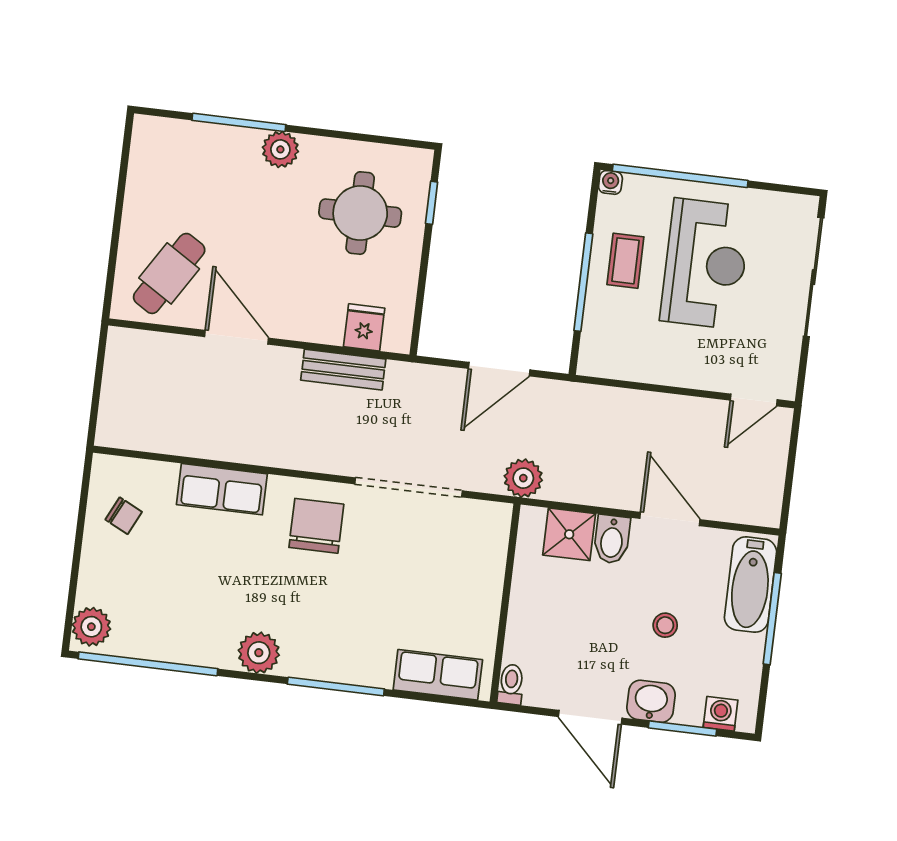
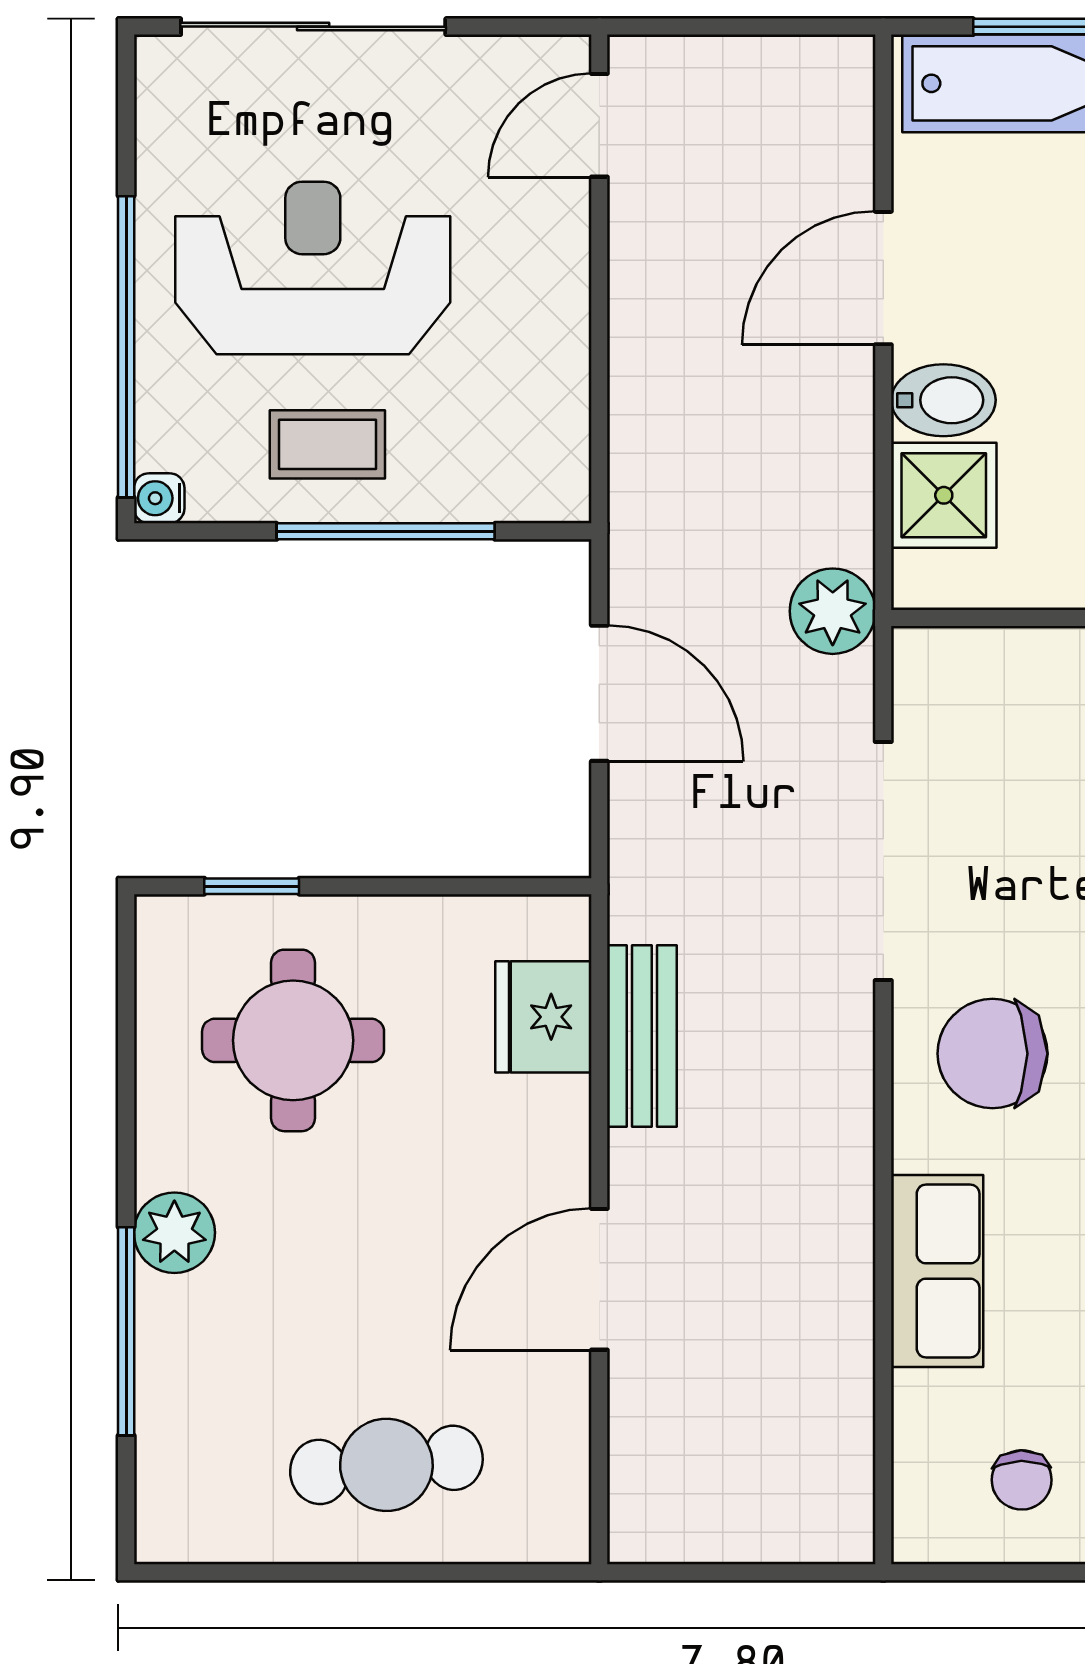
cafe table: (169, 273) -> (386, 1465), moved, turned -38
fridge: (364, 327) -> (543, 1017), width x1.38
door: (754, 400) -> (599, 125), swing flipped
chair: (124, 516) -> (1022, 1480), turned 153

